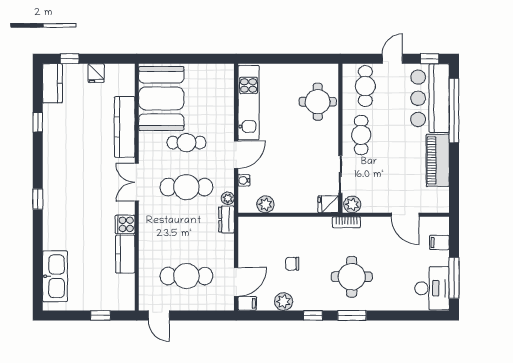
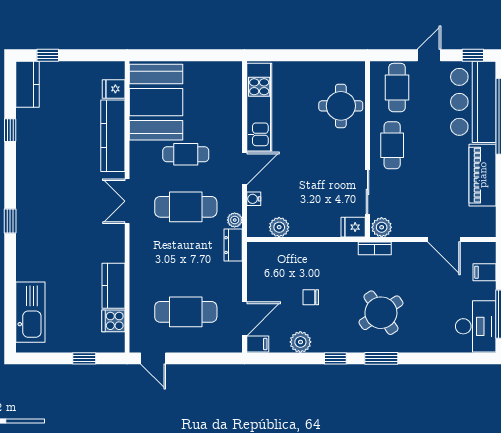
fridge: (96, 73) -> (114, 89), moved, turned 90
cooker: (125, 224) -> (113, 321), moved
round table: (352, 277) -> (381, 313), turned -34

